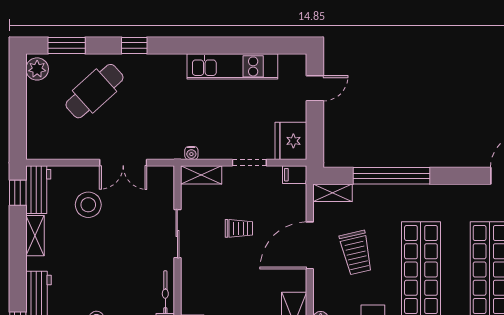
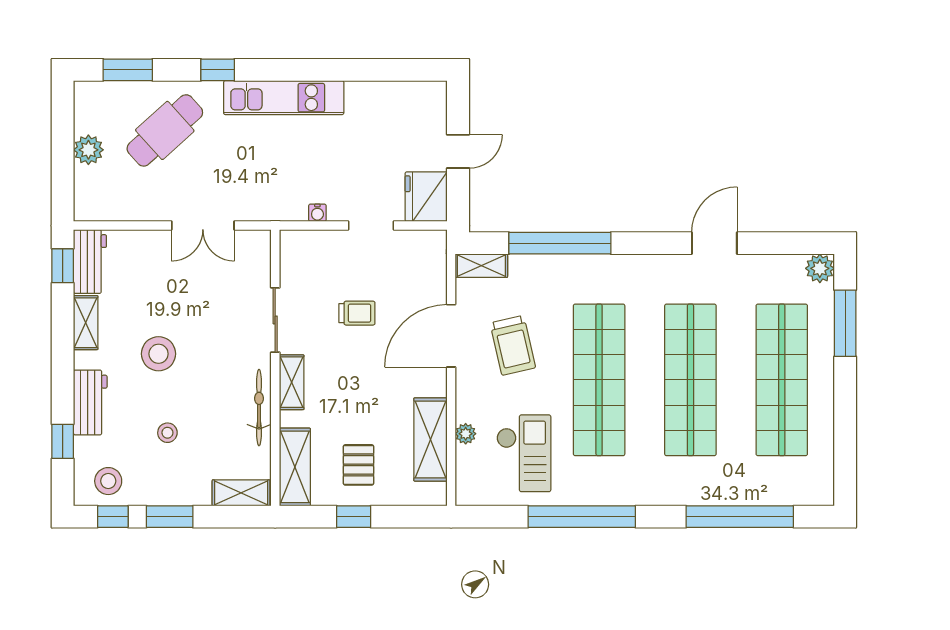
kitchen unit: (232, 66) -> (284, 98), moved
plant: (37, 69) -> (88, 150), moved
door: (315, 88) -> (458, 151), moved
water cooler: (191, 153) -> (317, 213), moved
shelving: (201, 175) -> (292, 382), moved, turned 90
filing cabinet: (295, 175) -> (431, 242), removed
stool: (88, 205) -> (159, 354), moved

